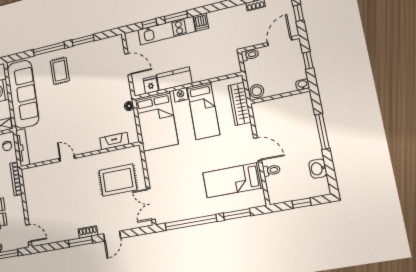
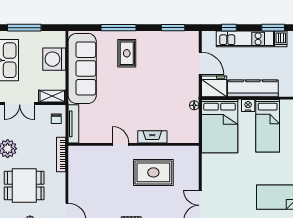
window: (176, 17) -> (273, 28), moved
window: (83, 40) -> (173, 28), moved
kitchen counter: (174, 79) -> (253, 88), width x1.50
fridge: (151, 85) -> (214, 86), width x1.88, depth x1.34
fireplace: (114, 141) -> (152, 137), moved
rug: (118, 180) -> (153, 172), moved

